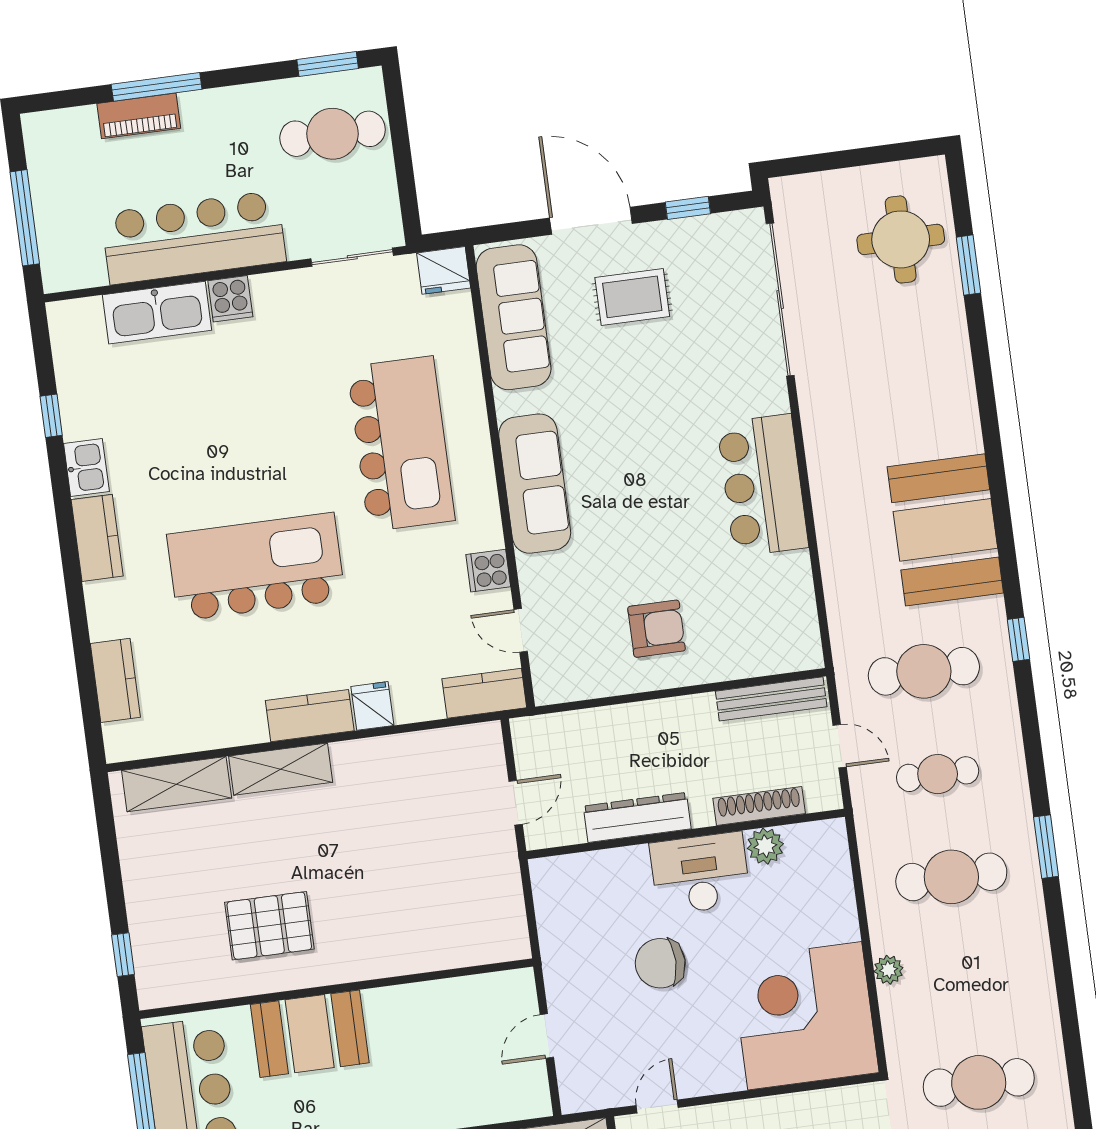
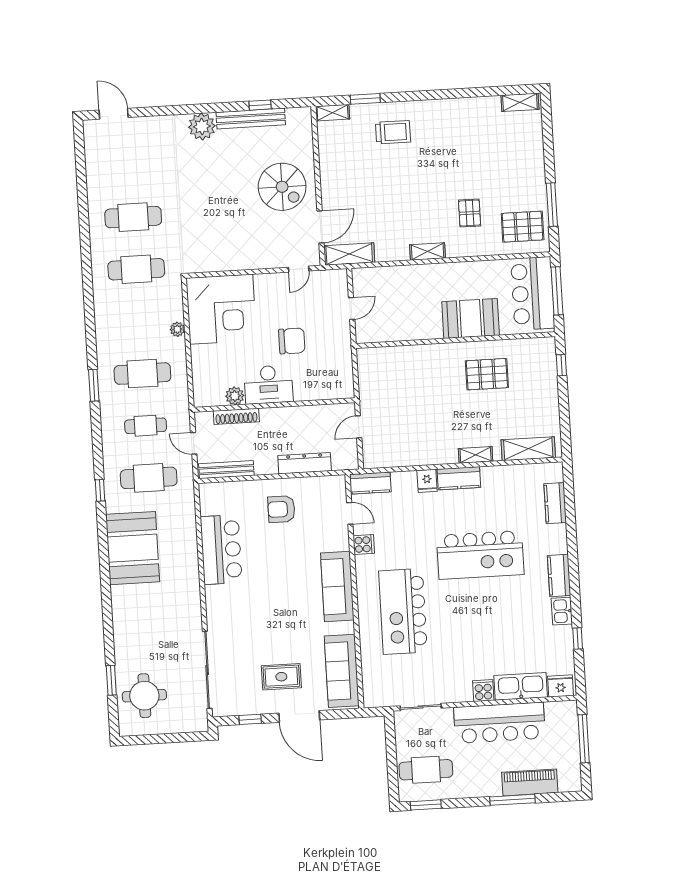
piano: (139, 116) -> (530, 782), width x1.37, depth x1.33
fridge: (444, 270) -> (561, 686), moved
bar counter: (763, 485) -> (221, 550), moved
shelving: (281, 769) -> (476, 455), width x0.67, depth x0.75
dresser: (637, 817) -> (305, 463), moved, turned 180

